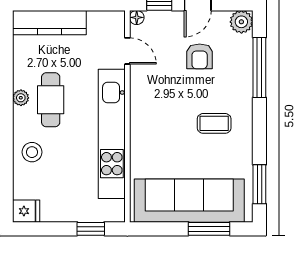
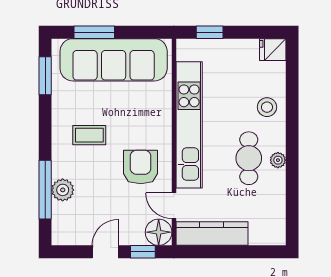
floor lamp: (137, 17) -> (159, 232), width x1.89, depth x1.89
plant: (241, 22) -> (63, 190), moved
kitchen counter: (49, 23) -> (212, 234), moved
armchair: (200, 56) -> (141, 167), moved, width x1.38, depth x1.38

